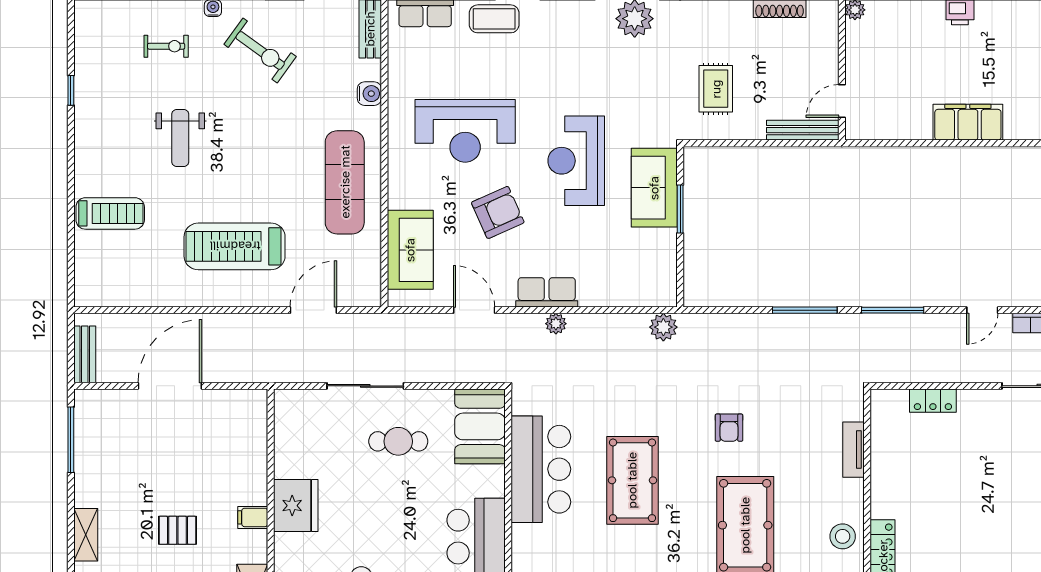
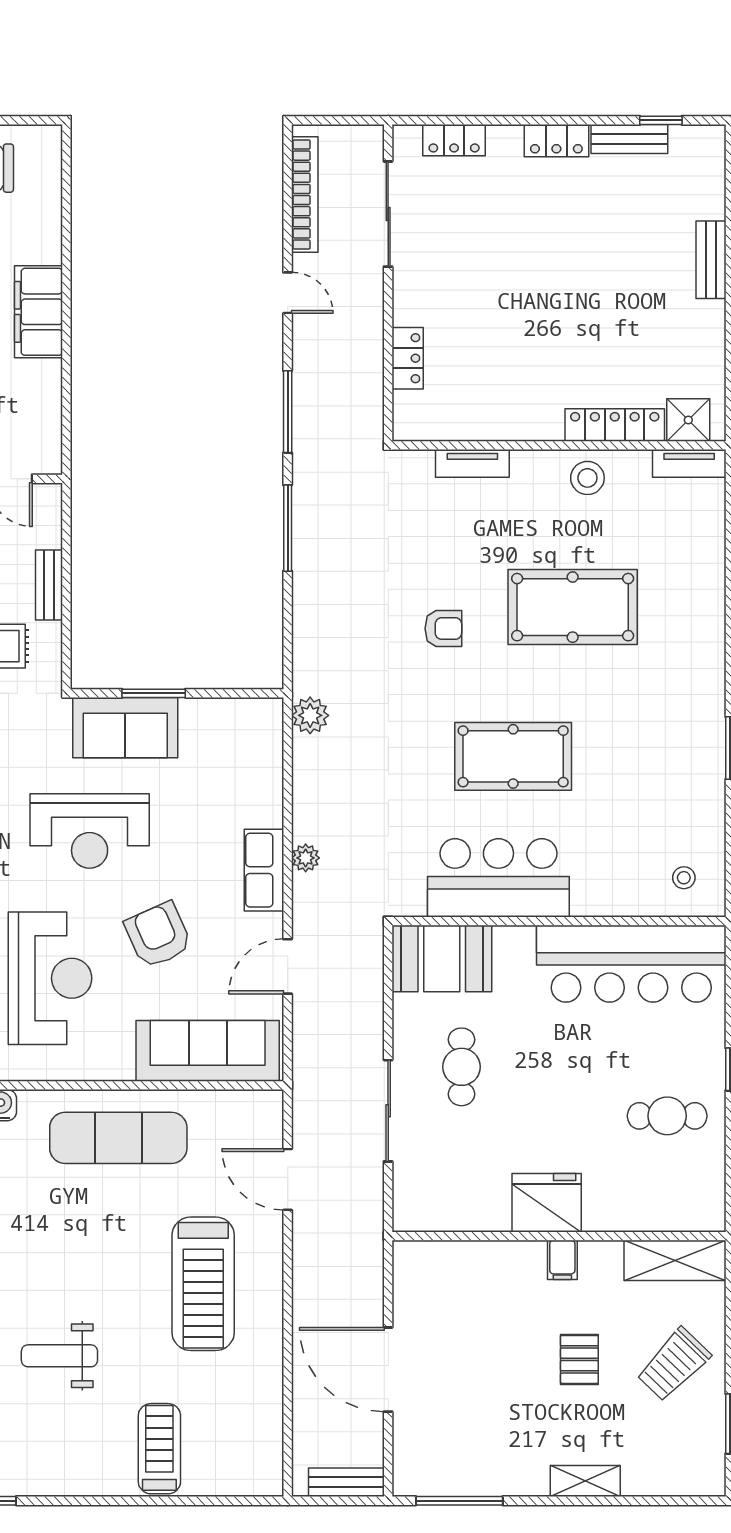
bench: (803, 130) -> (49, 585), moved, width x0.73
weight bench: (180, 138) -> (59, 1356), turned 180
sofa: (410, 250) -> (208, 1051), width x1.36

